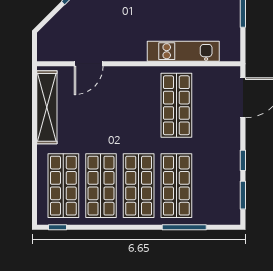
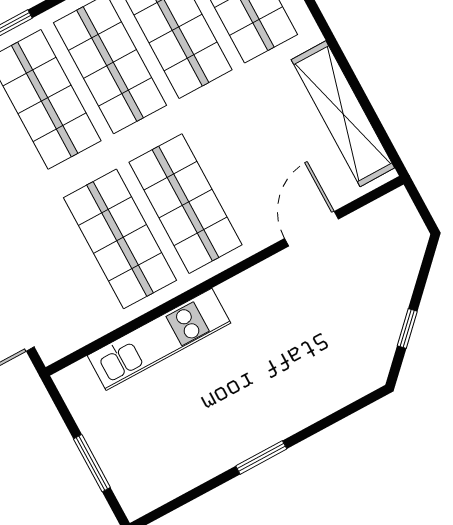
shop shelf: (139, 105) -> (185, 204), added

